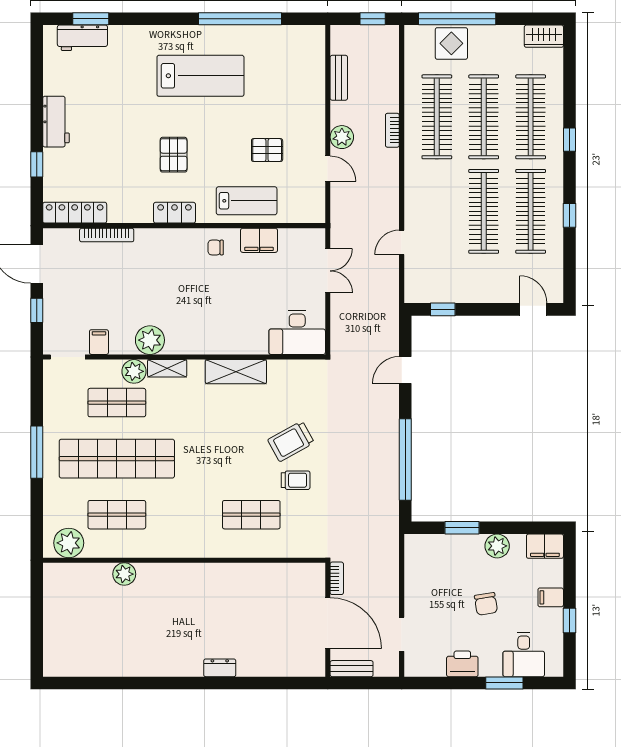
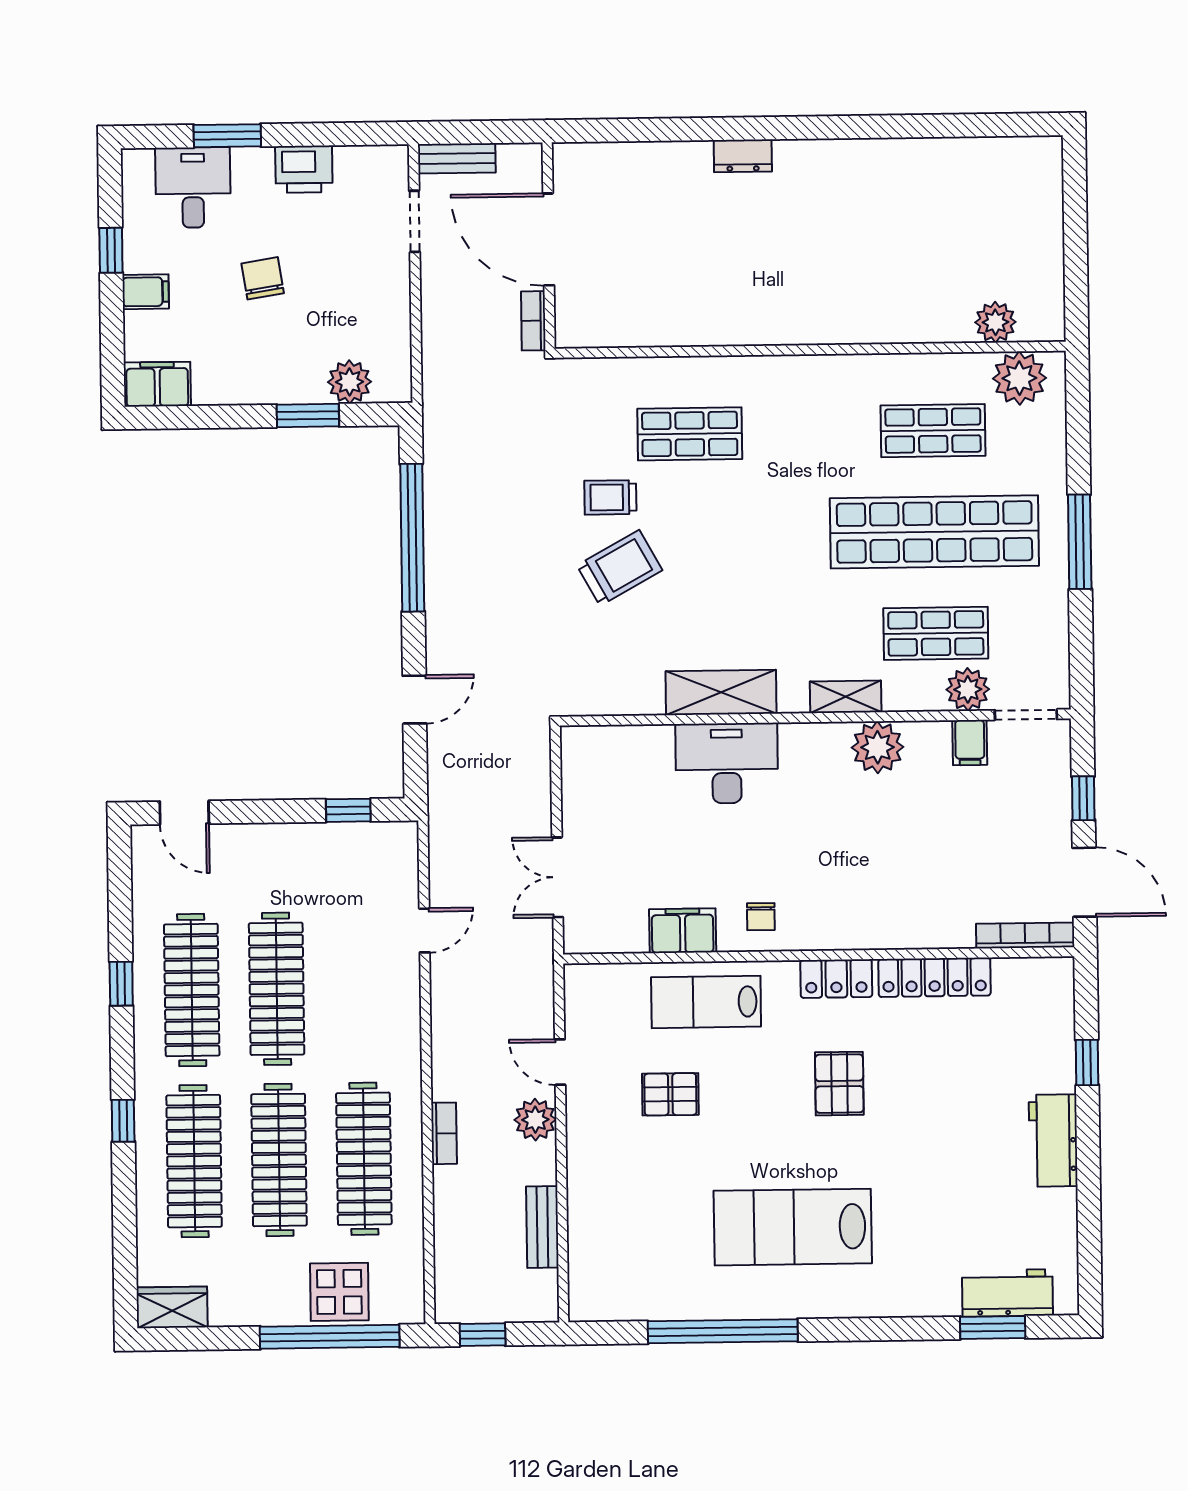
locker: (75, 213) -> (935, 977), moved
bookcase: (107, 235) -> (1025, 935), moved
chair: (216, 247) -> (761, 917), turned 90
desk: (297, 332) -> (727, 763), moved
plant: (134, 371) -> (968, 689), moved
plant: (497, 546) -> (350, 382), moved
plant: (124, 574) -> (995, 322), moved
bench: (352, 669) -> (457, 158), moved

